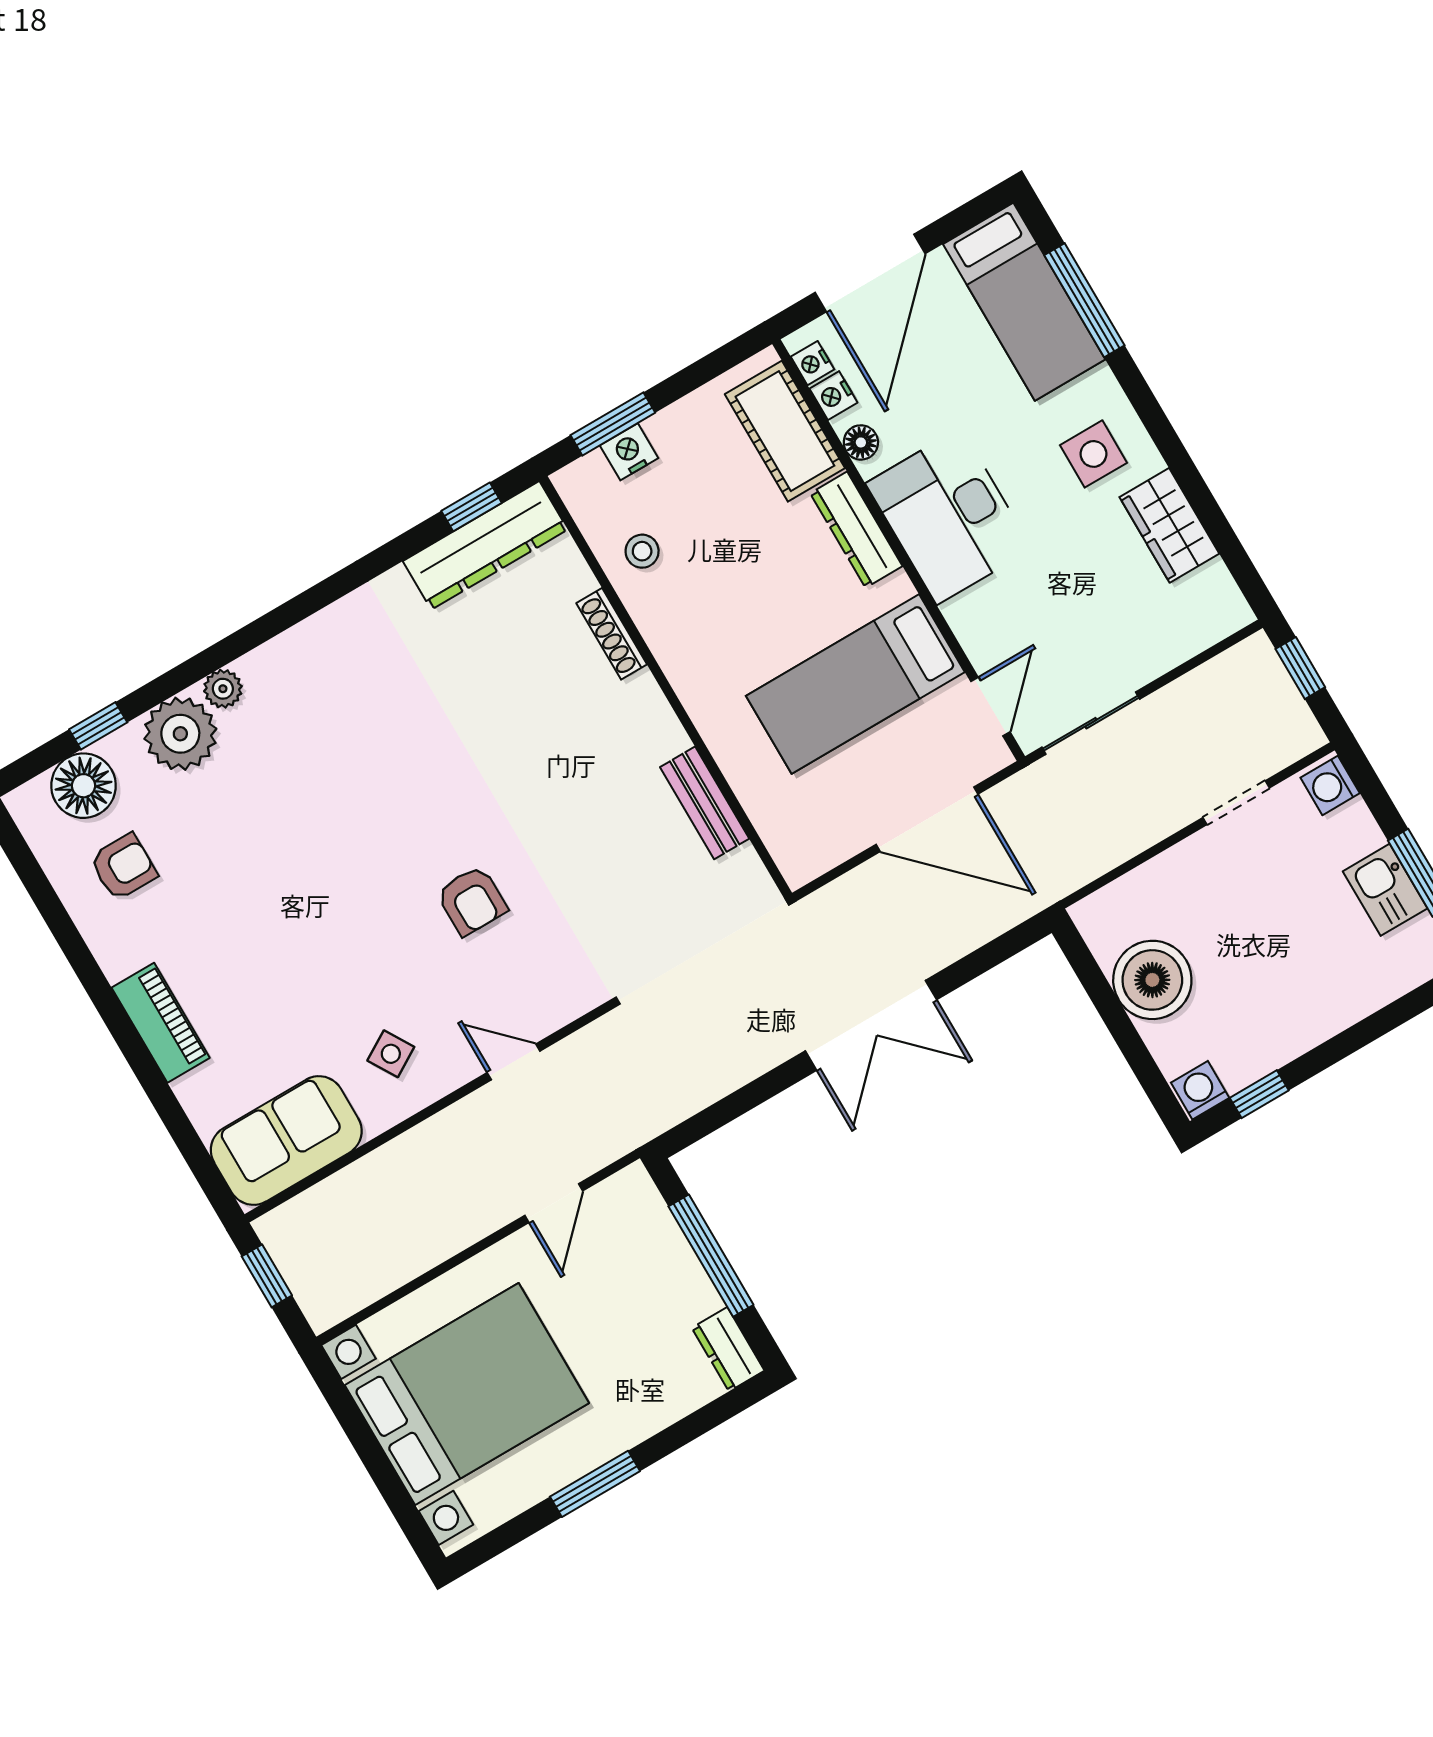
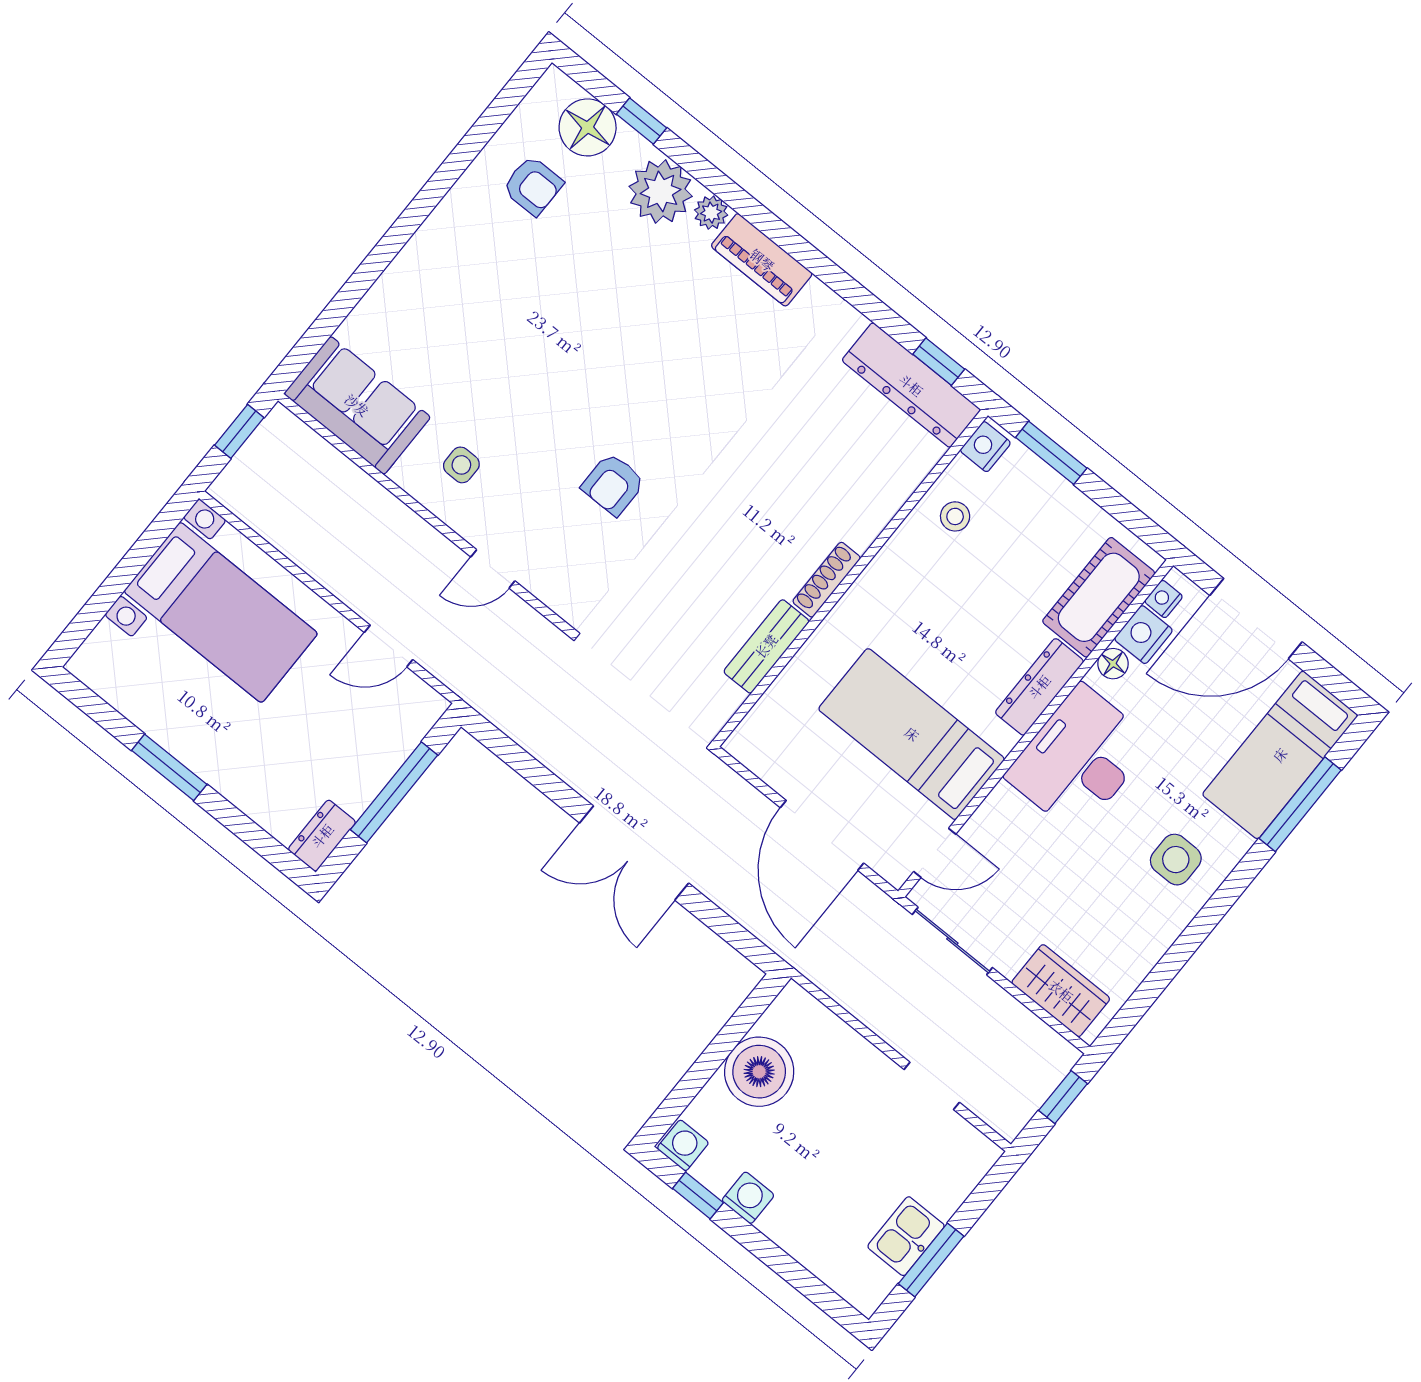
nightstand: (833, 396) -> (1143, 635), width x1.39, depth x1.35
nightstand: (629, 452) -> (985, 447), moved, turned -90
wardrobe: (1169, 525) -> (1061, 991), moved, turned 90
shoe rack: (612, 634) -> (827, 580), moved
washing machine: (1330, 785) -> (748, 1198), moved, turned 90
piano: (161, 1023) -> (762, 260), moved, turned 90
side table: (391, 1054) -> (461, 465), turned 31
door: (514, 1062) -> (493, 569), swing flipped
bed with nightstands: (467, 1394) -> (221, 612), width x0.73

